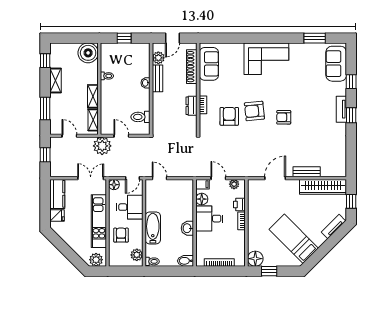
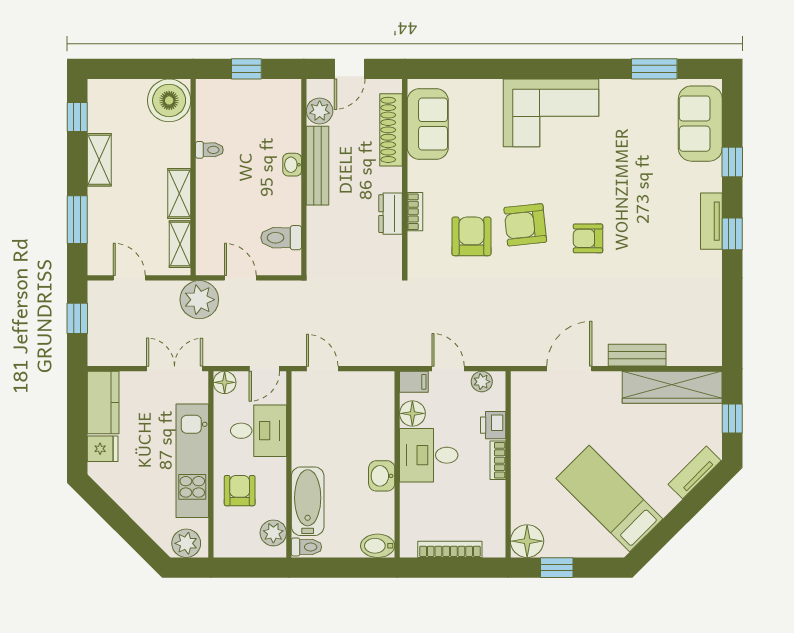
bench: (157, 78) -> (318, 166), width x1.36
bathtub: (153, 228) -> (308, 501), moved

